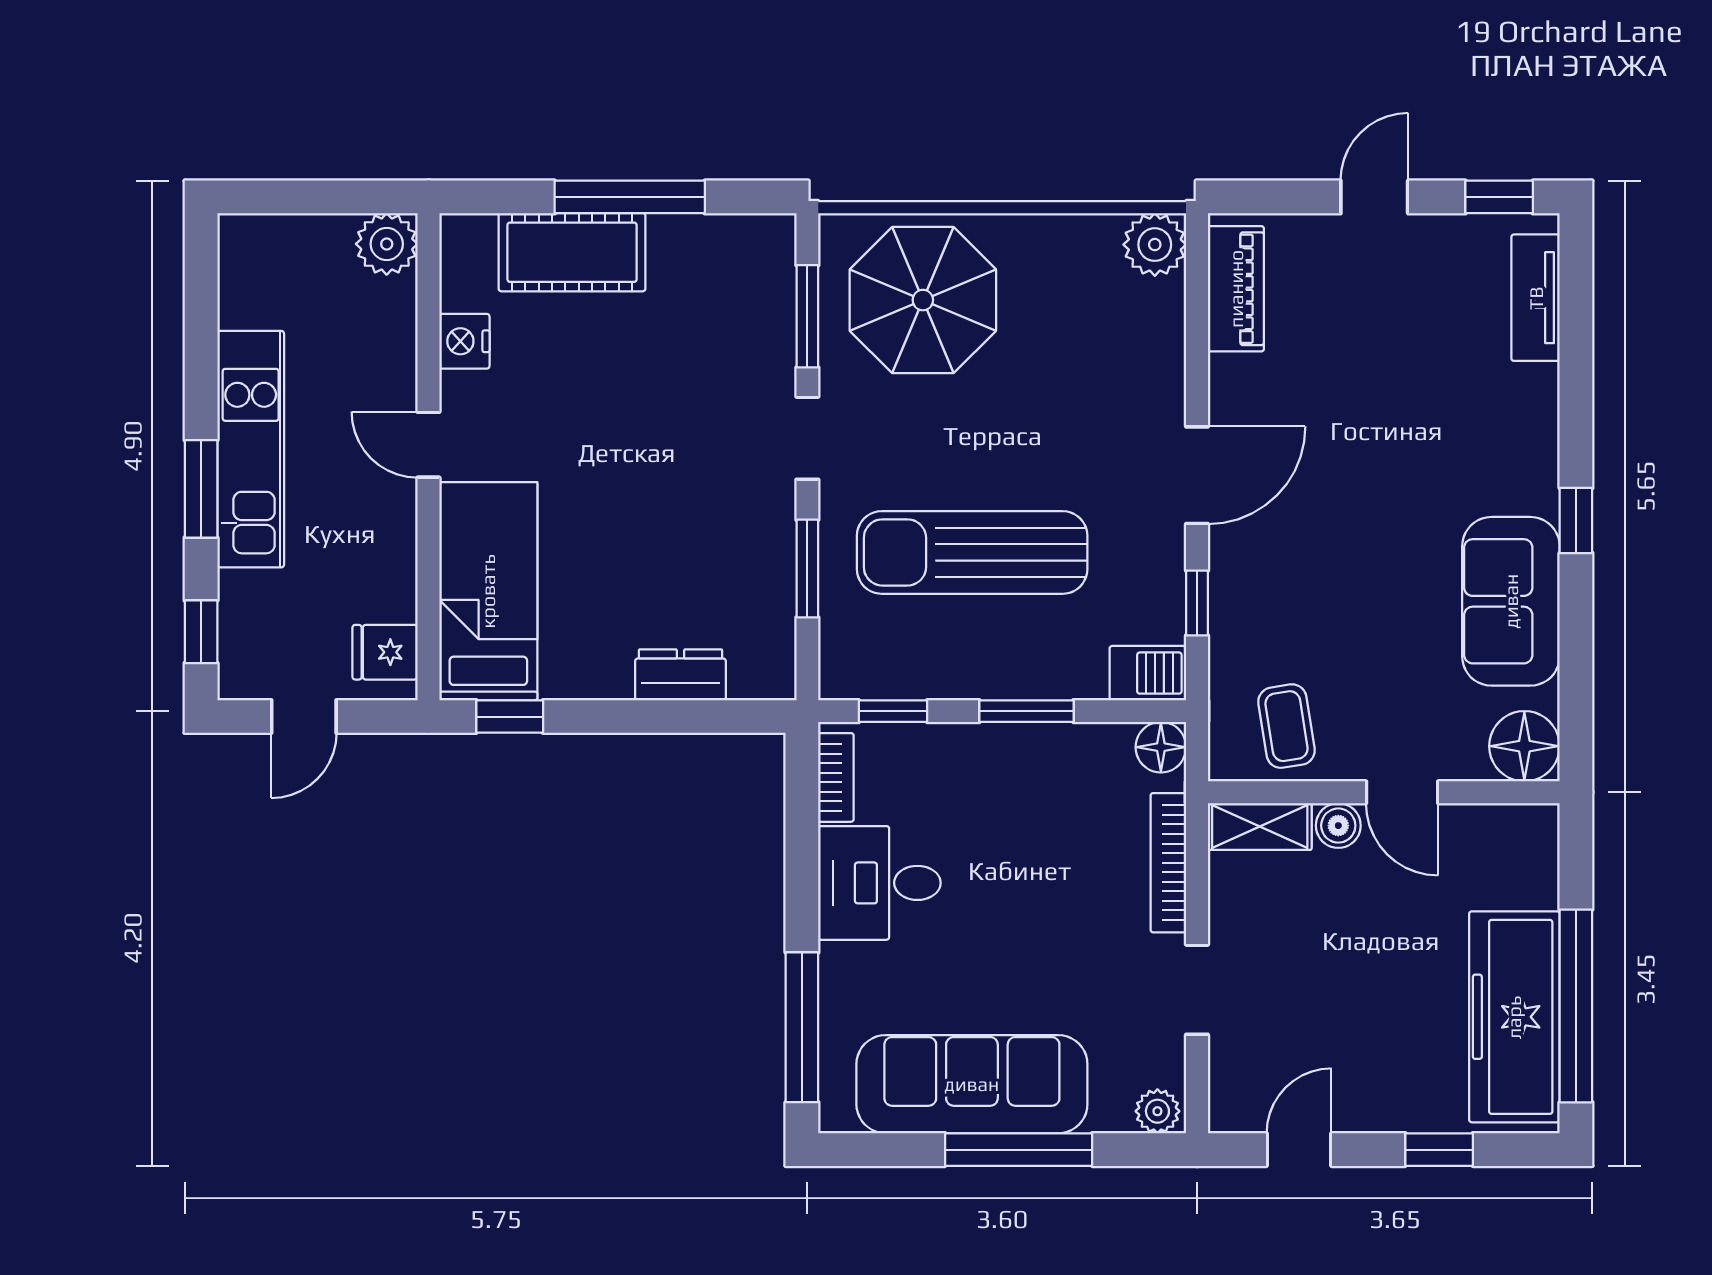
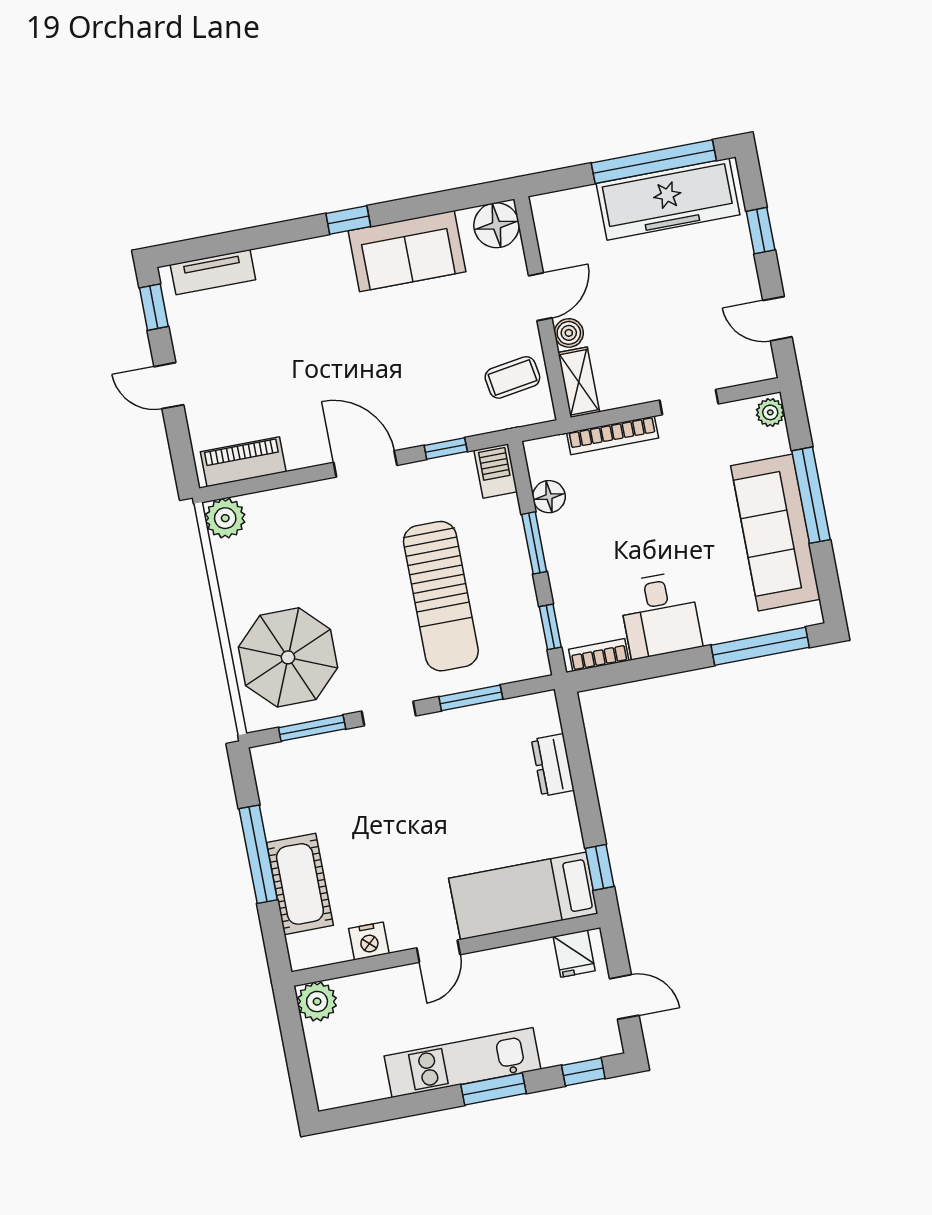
floor lamp: (1161, 747) -> (549, 497), moved

